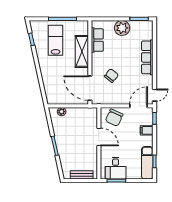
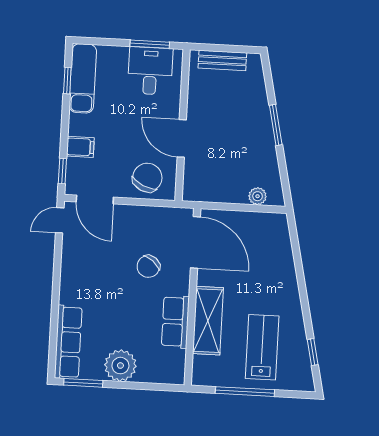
lab bench: (56, 40) -> (262, 347), turned 180
row of seats: (97, 40) -> (175, 322), moved
row of seats: (147, 57) -> (68, 342), moved
door: (138, 106) -> (95, 200), hinge flipped

